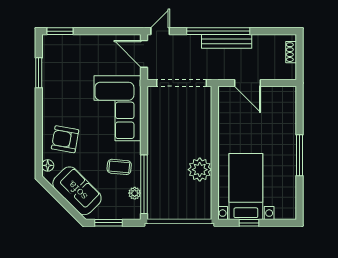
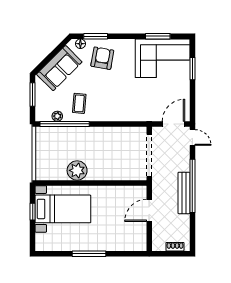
window: (60, 31) -> (192, 69), moved
corner sofa: (117, 108) -> (163, 58), moved, turned 180
window: (39, 147) -> (96, 36), added

